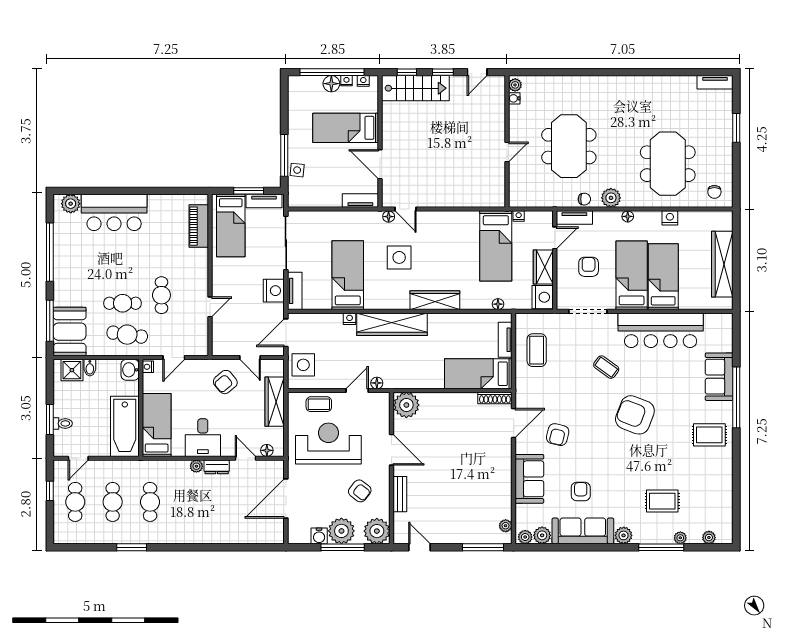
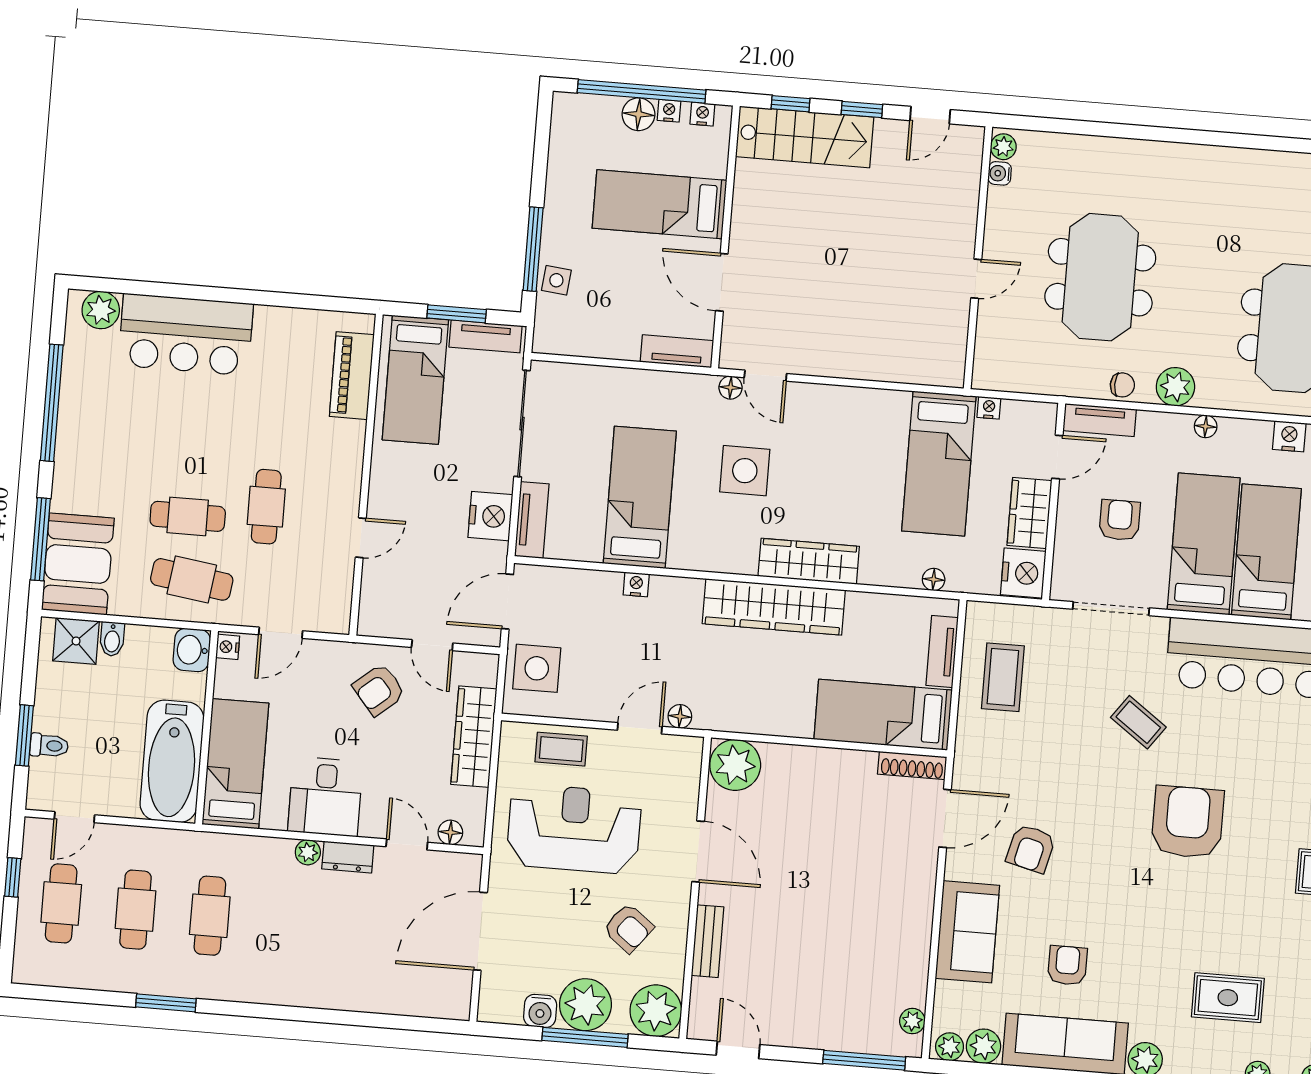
wardrobe: (392, 324) -> (774, 607), moved
armchair: (635, 415) -> (1188, 822), turned 69

